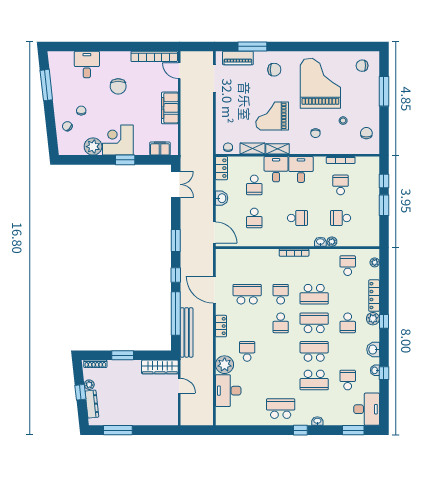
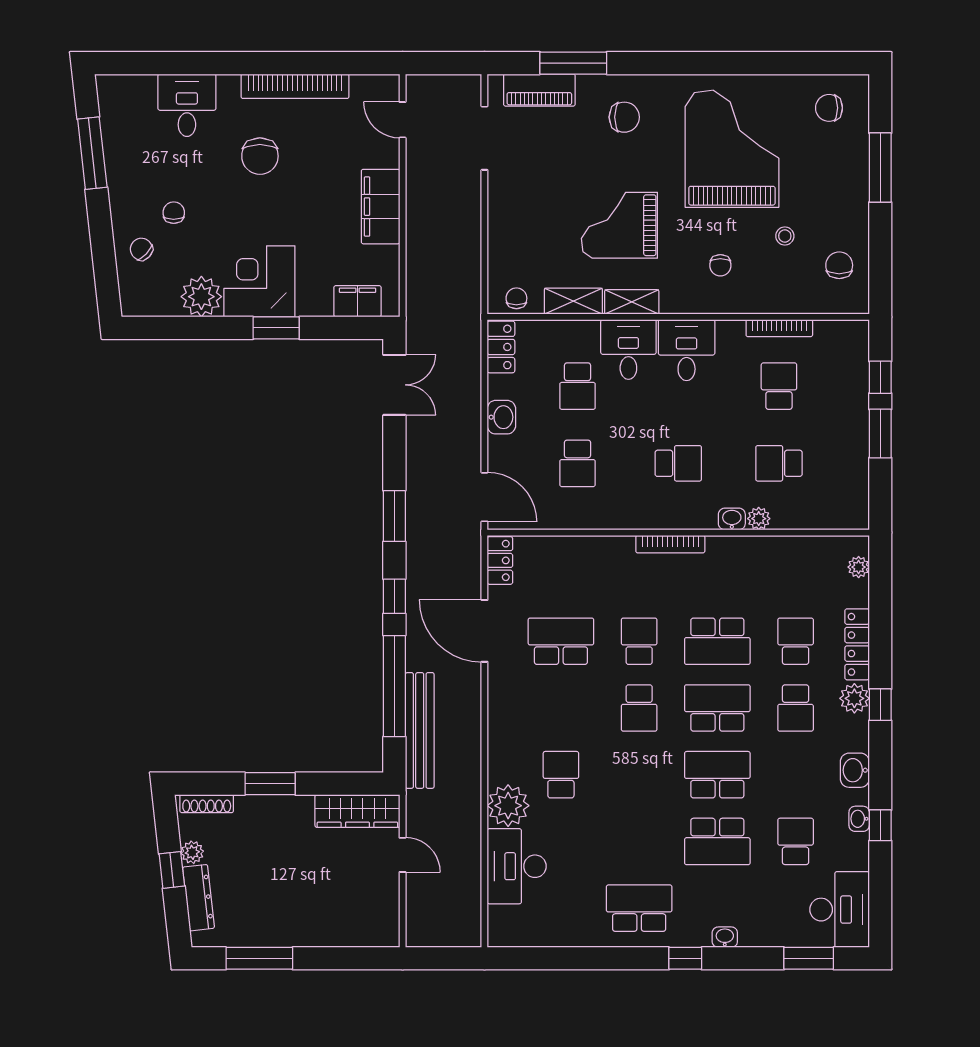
bookcase: (154, 56) -> (295, 86), moved
school desk: (348, 266) -> (796, 641), moved
locker: (221, 326) -> (500, 560), moved

